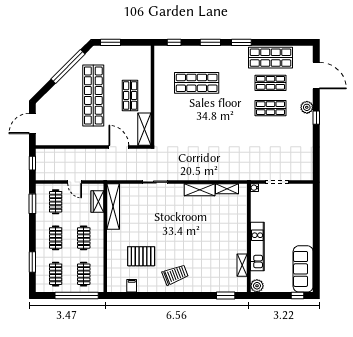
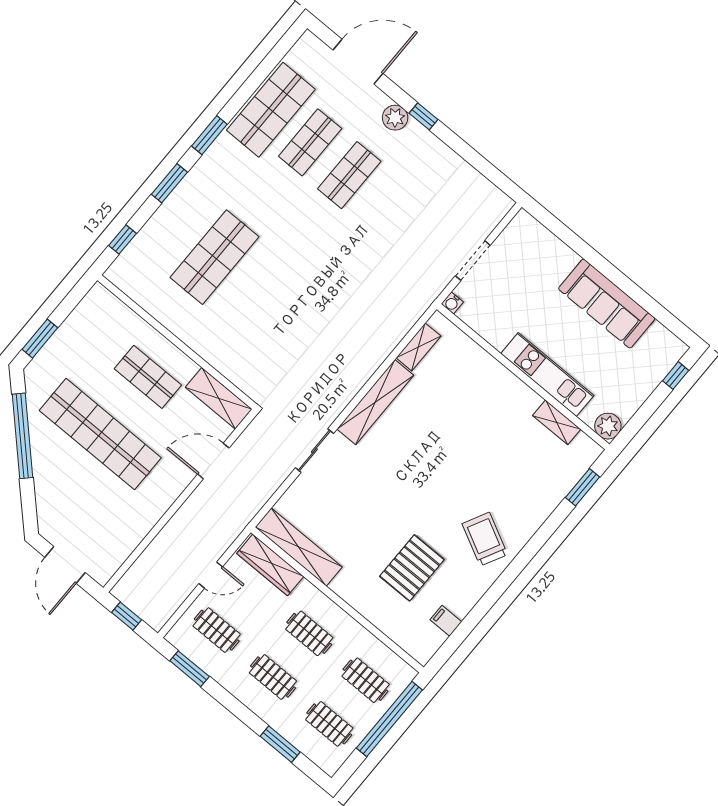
shelving: (200, 190) -> (375, 402), width x1.47
wardrobe: (97, 201) -> (270, 565), width x1.50
sofa: (303, 269) -> (607, 304), moved
trolley: (175, 275) -> (485, 539), turned -42

